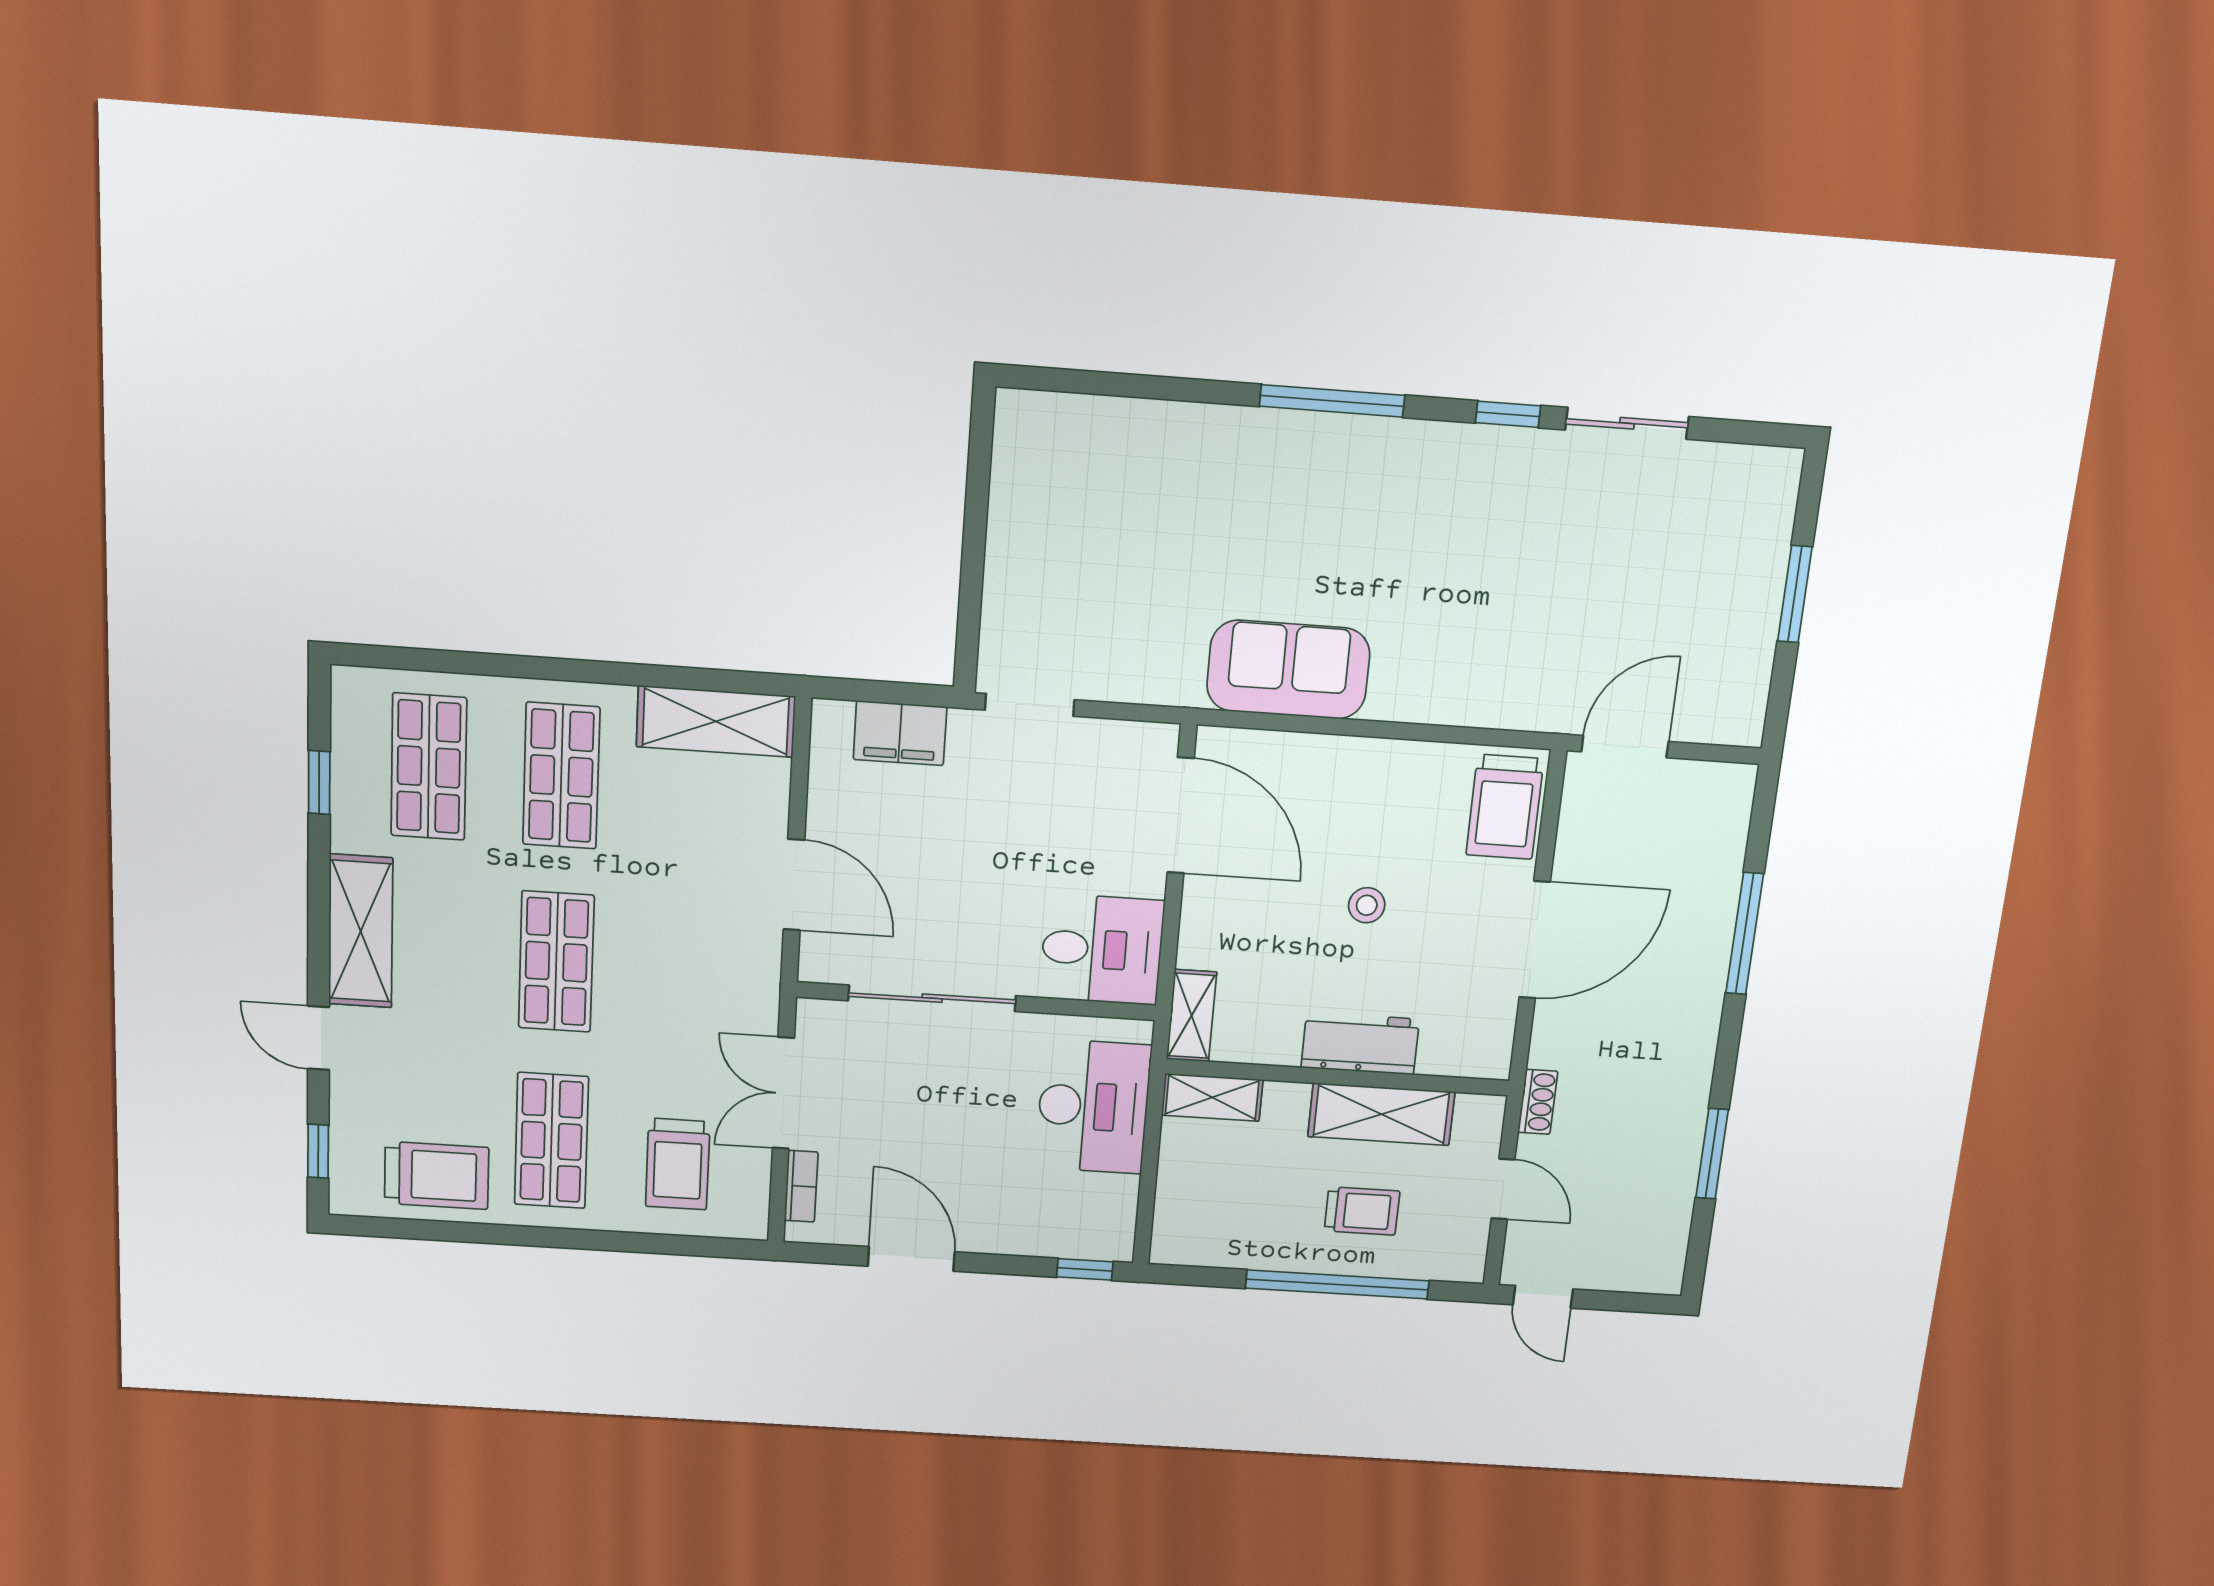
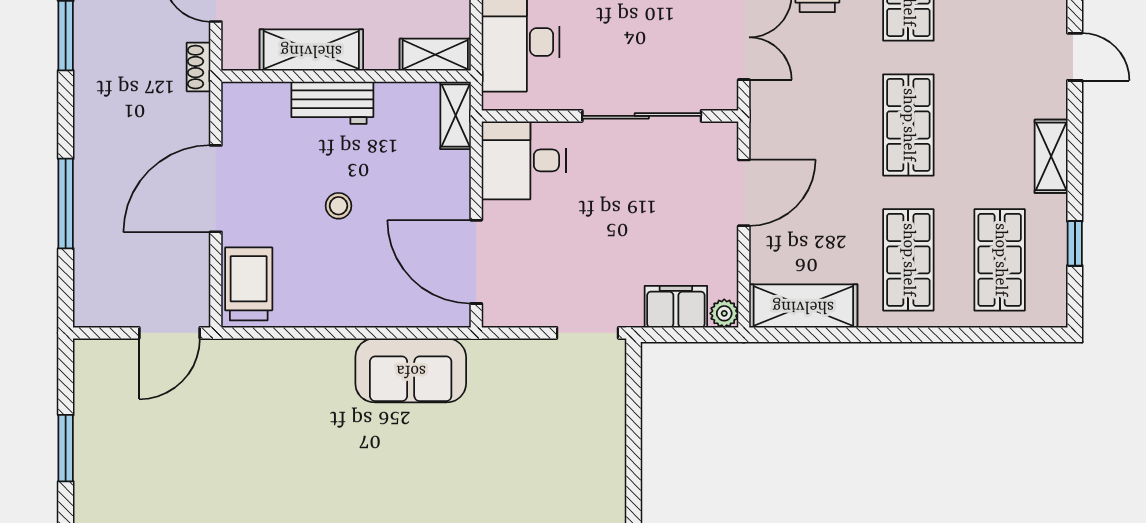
plant: (831, 719) -> (724, 313), added
door: (794, 885) -> (744, 193), swing flipped
shelving: (361, 931) -> (1051, 156), width x0.67, depth x0.75

